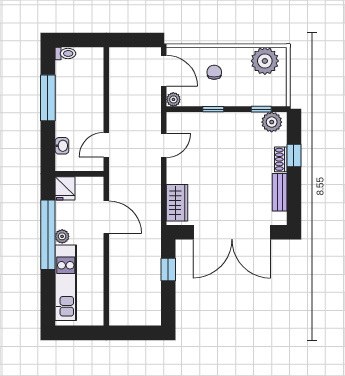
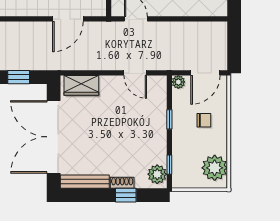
bench: (280, 192) -> (85, 182), width x1.36

